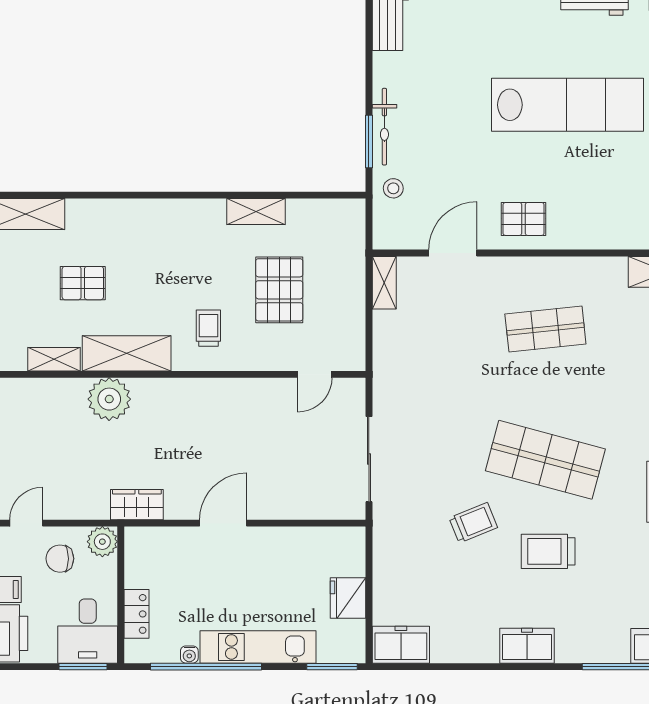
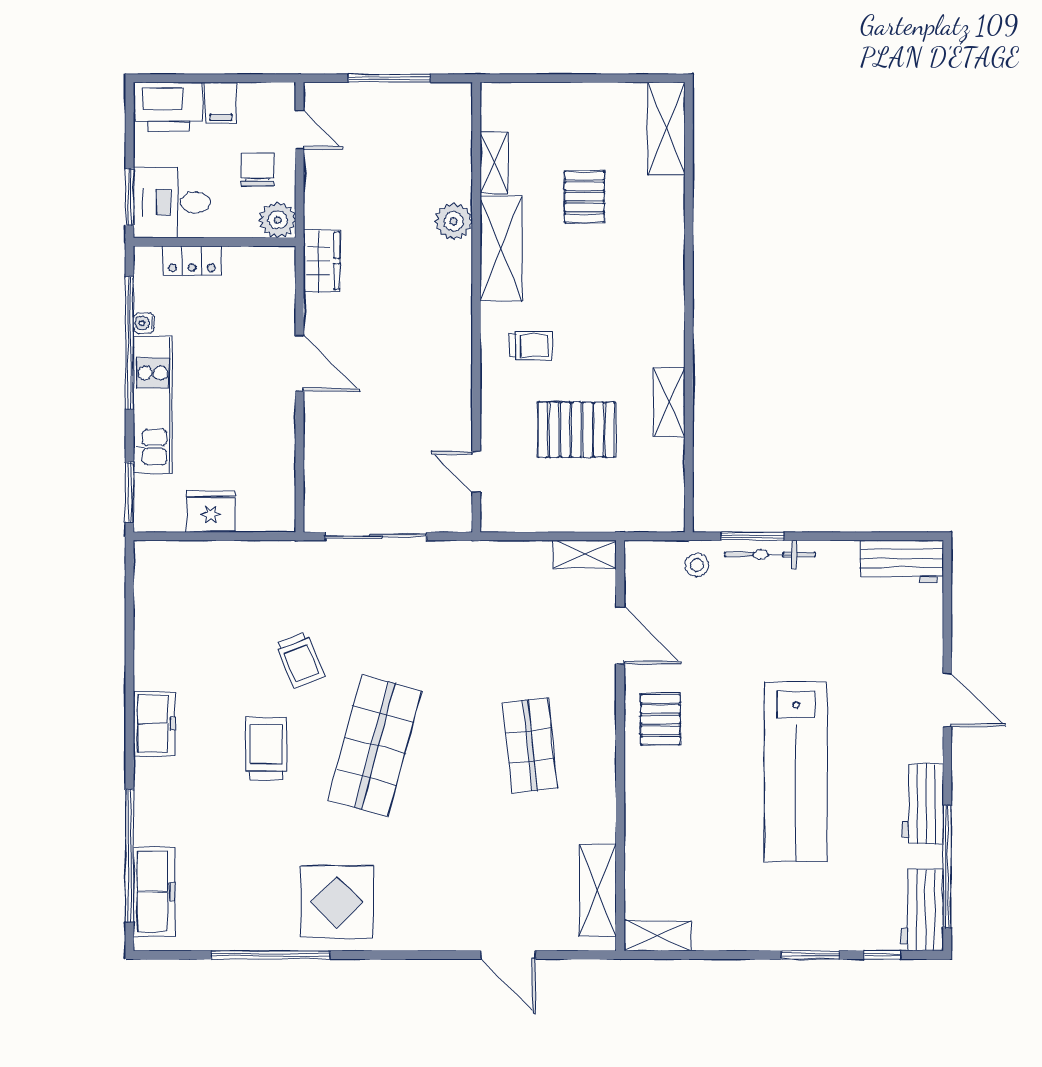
plant: (109, 399) -> (454, 221), width x0.73, depth x0.73
freezer: (401, 645) -> (155, 574), removed

